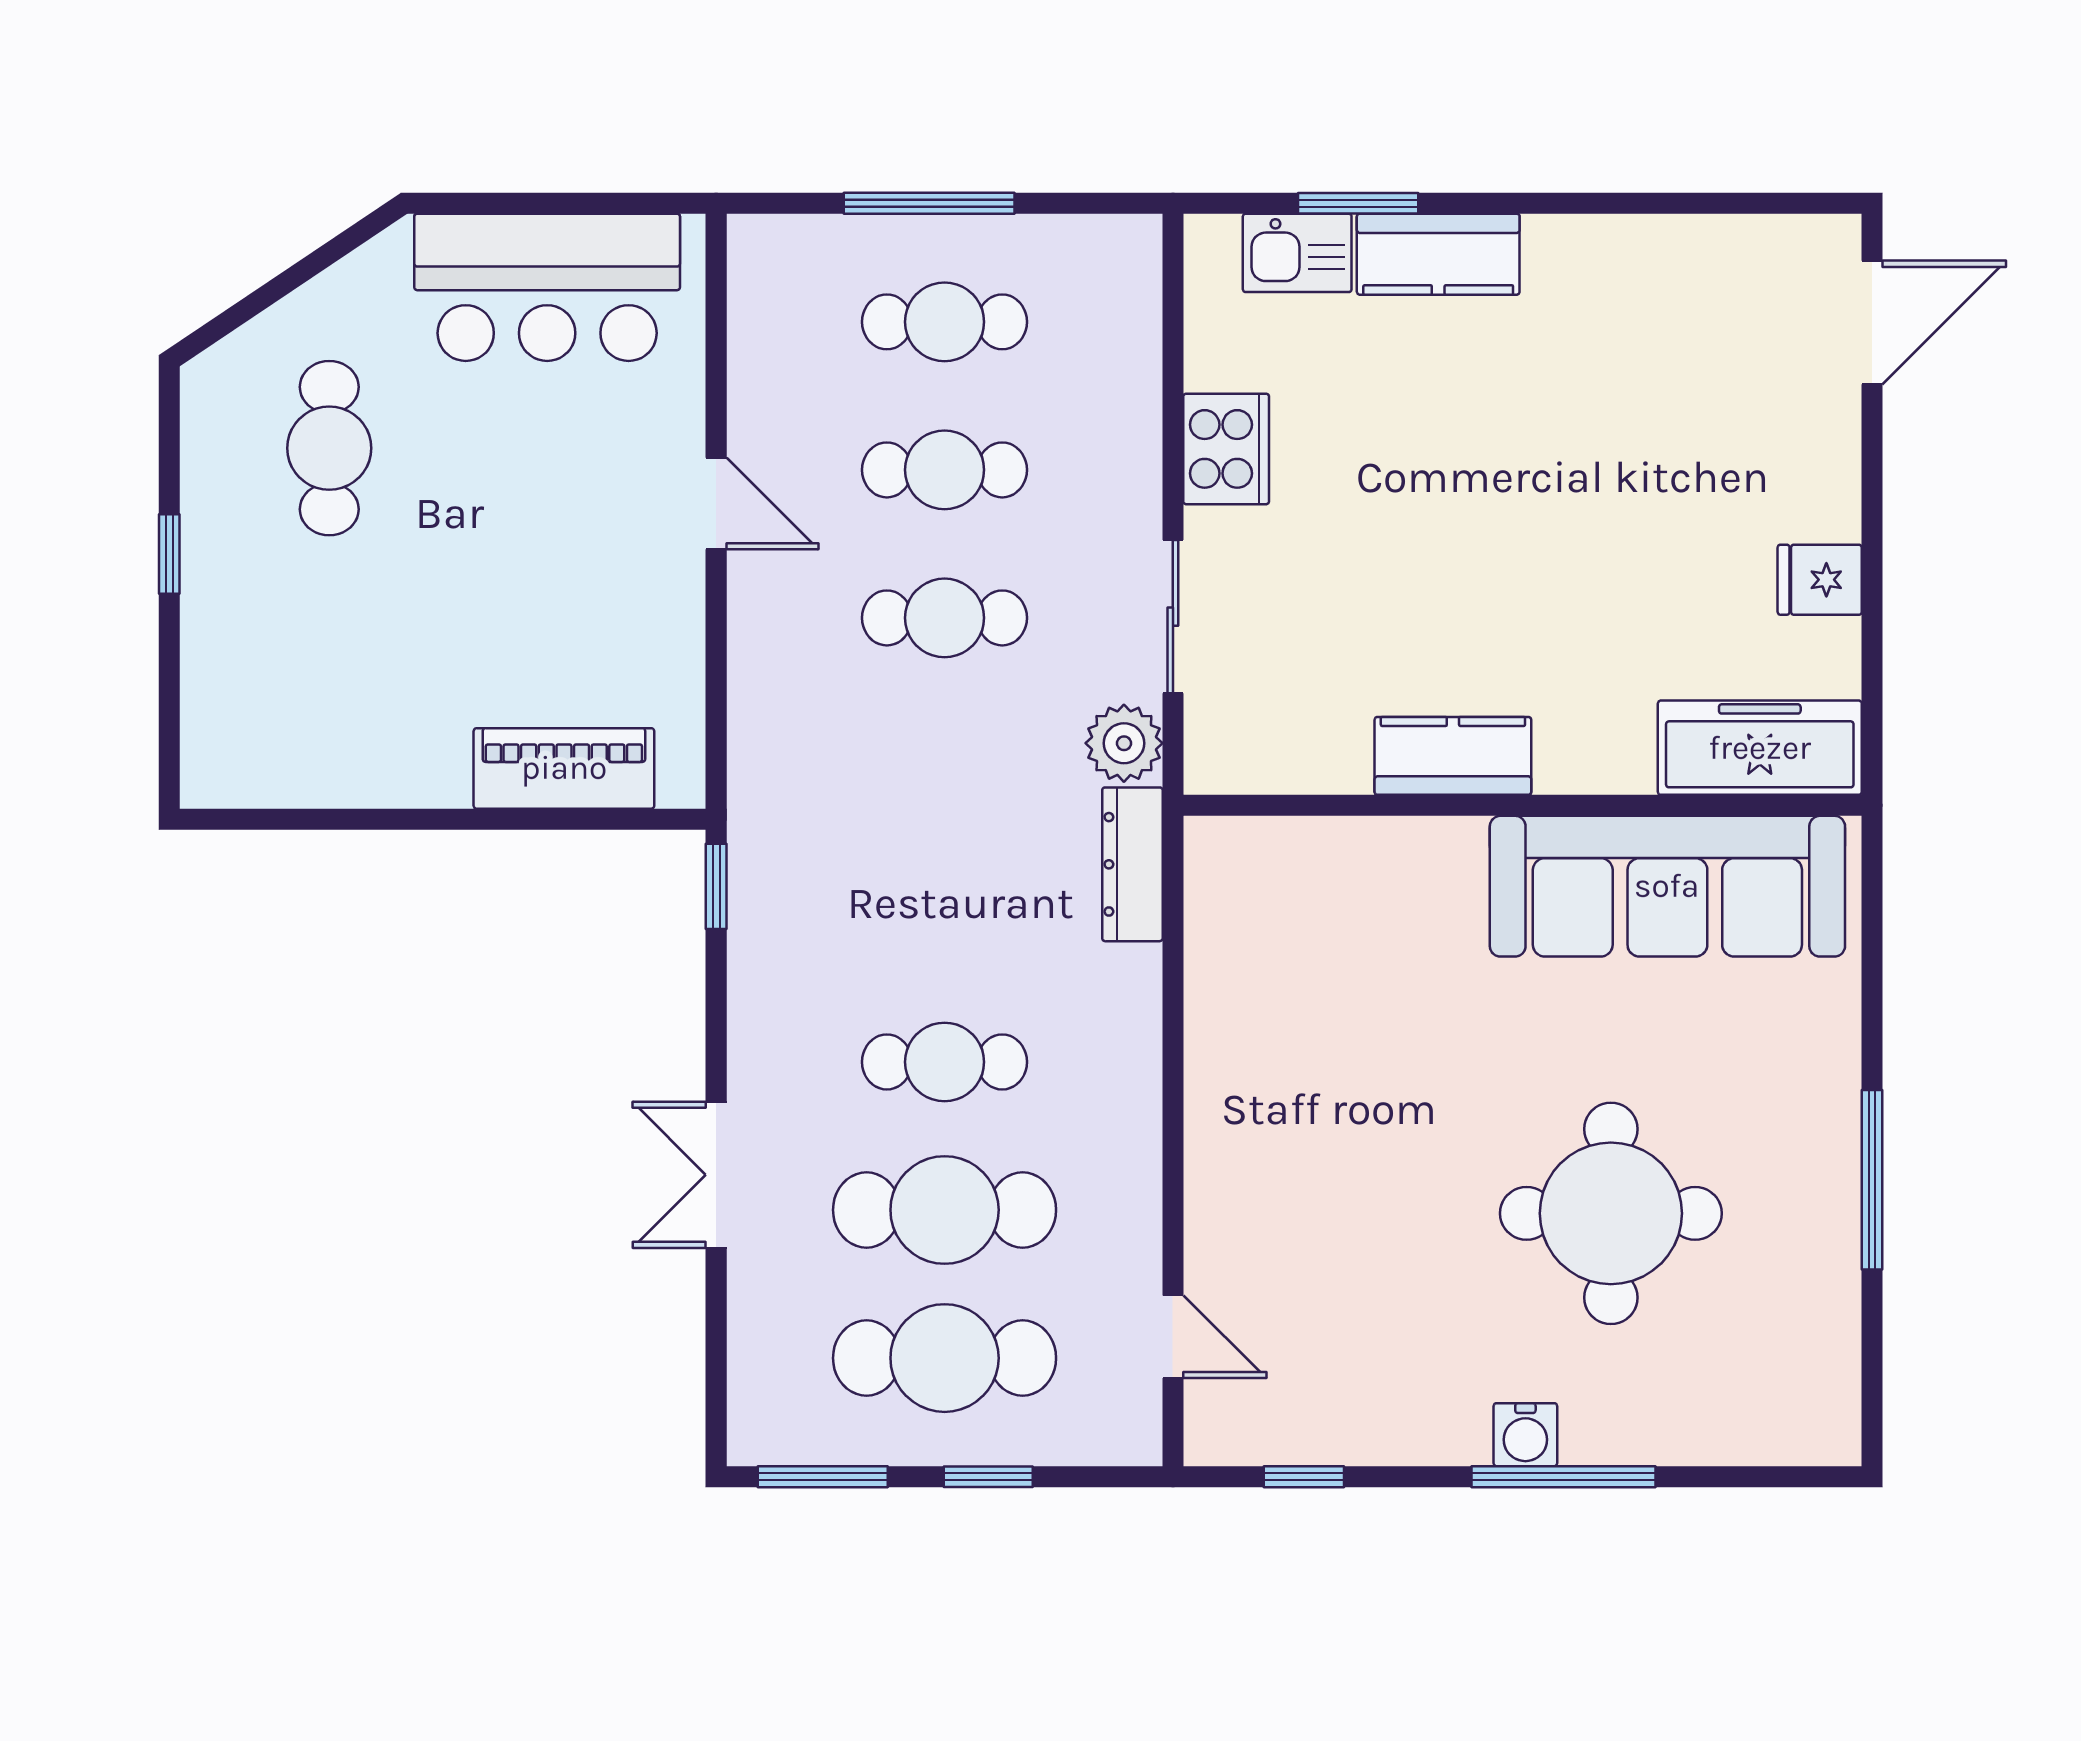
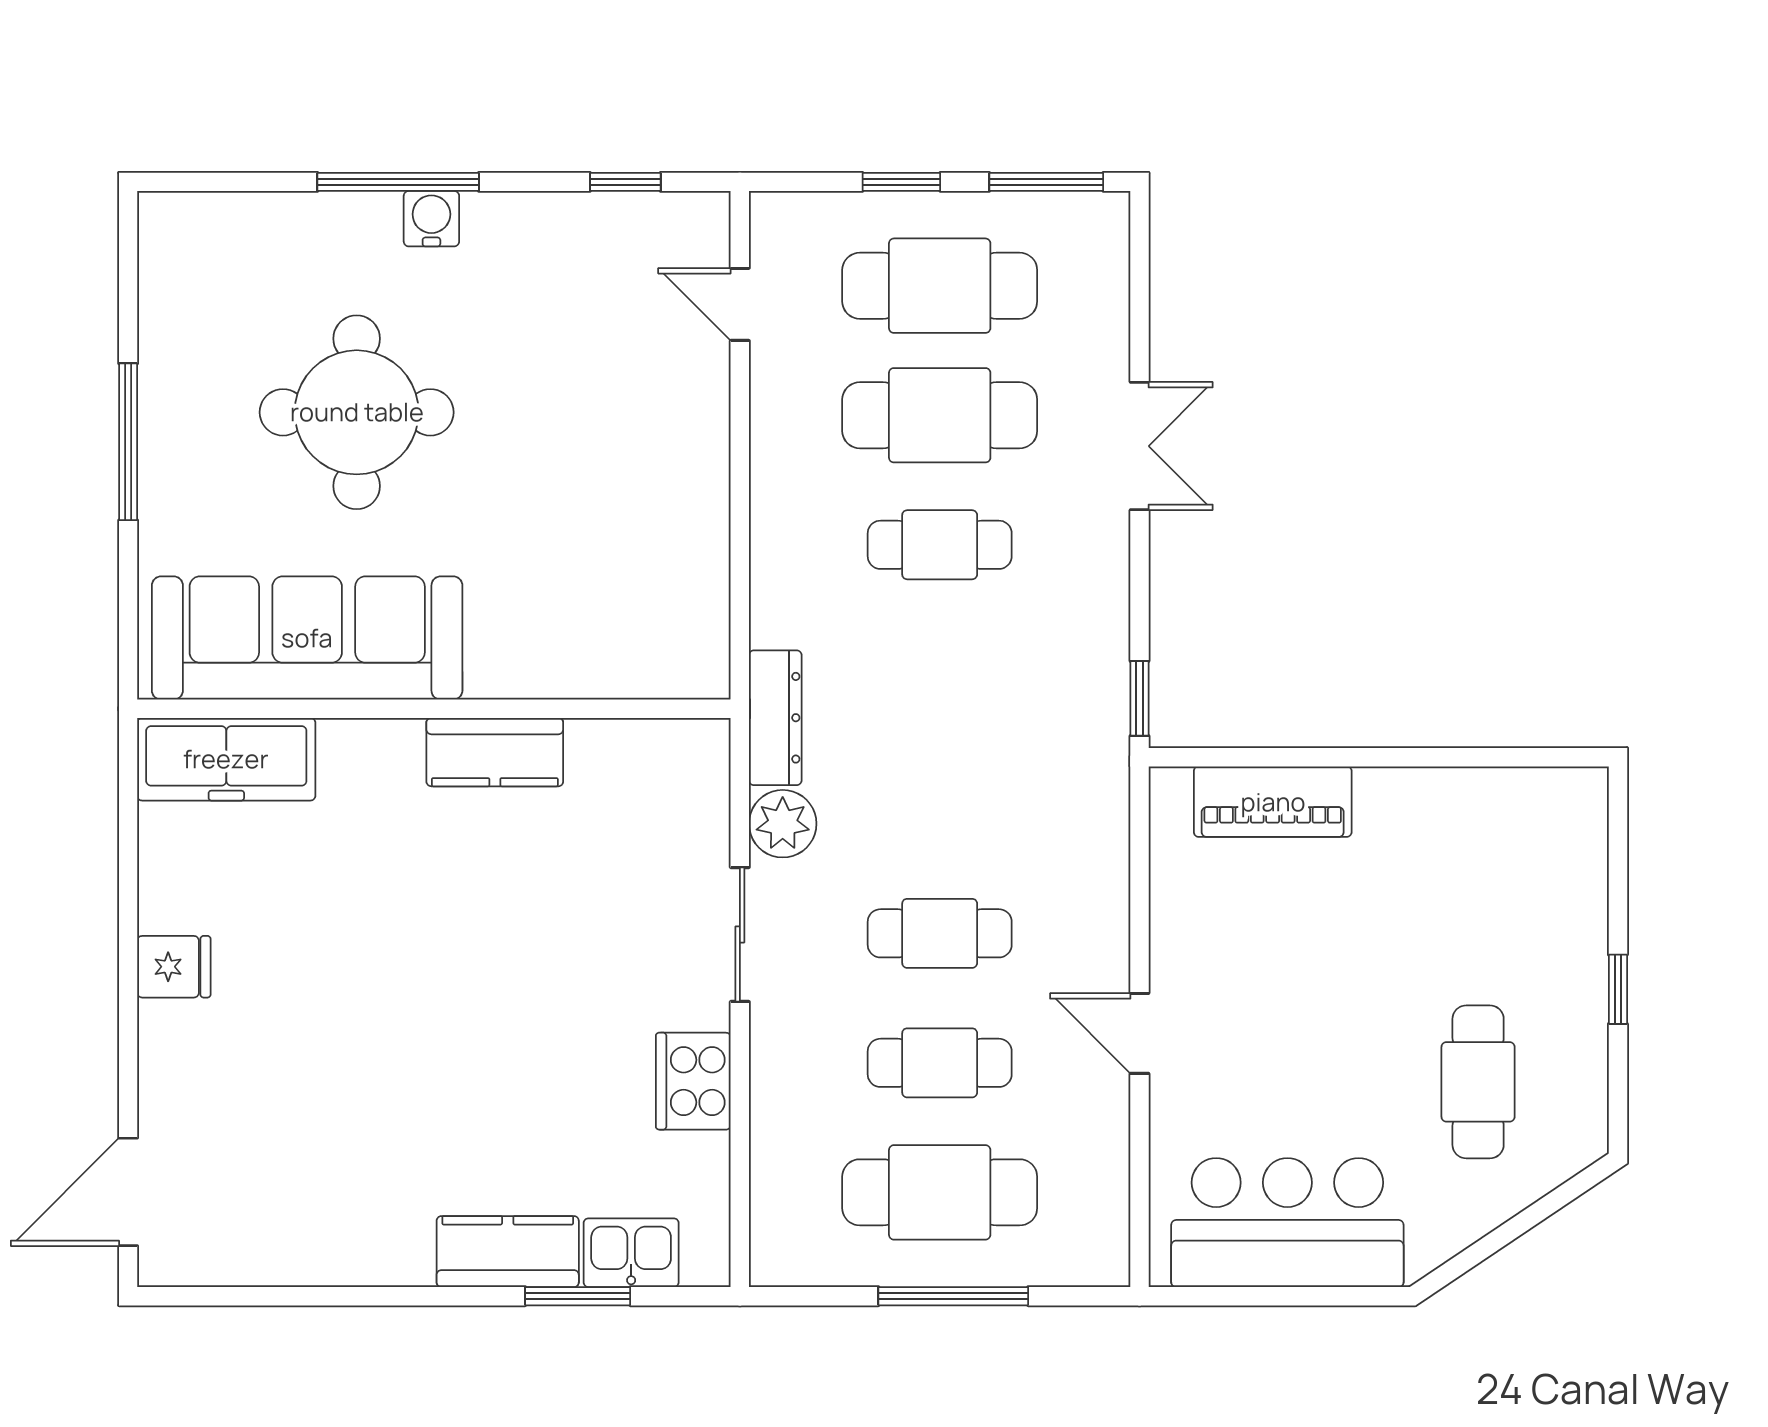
cafe table: (945, 322) -> (940, 1192), width x1.37, depth x1.35
freezer: (1760, 748) -> (226, 759), moved
kitchen counter: (1453, 756) -> (495, 752), moved
wall: (1522, 805) -> (434, 709), moved
sofa: (1667, 886) -> (307, 638), moved

